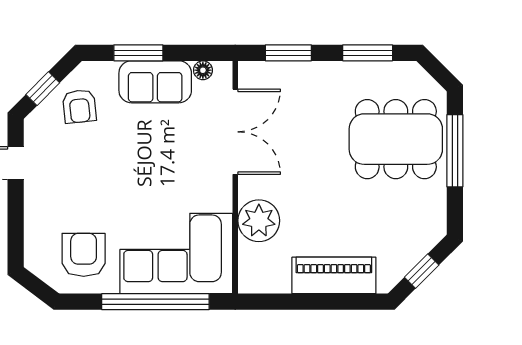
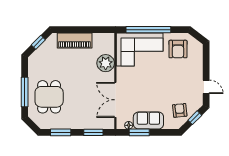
window: (138, 53) -> (139, 132), moved
dining table: (396, 139) -> (49, 97), width x0.73

